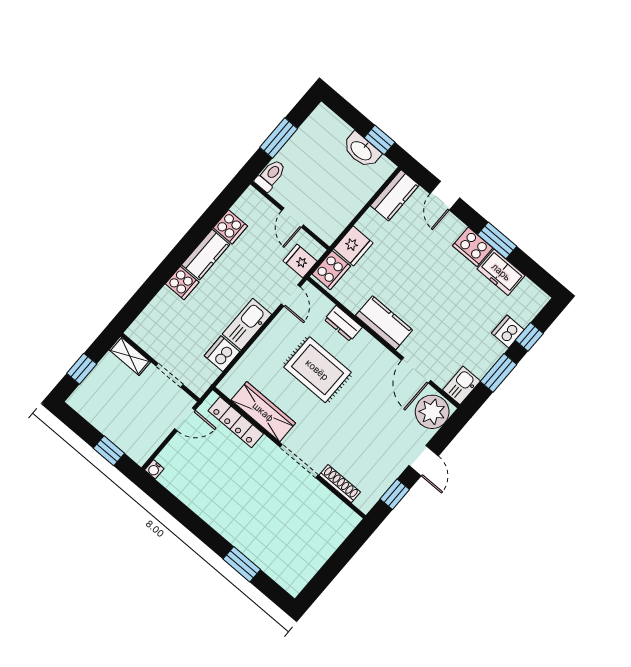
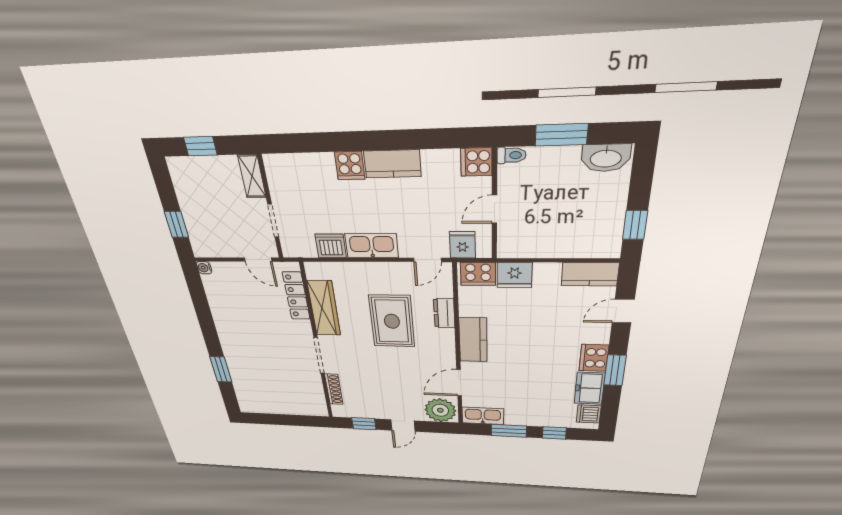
washbasin: (361, 150) -> (606, 158), moved, turned -90
toilet: (270, 175) -> (512, 155), width x0.73, depth x0.72
cooker: (230, 227) -> (476, 162), moved, turned 90
dishwasher: (508, 331) -> (589, 414), moved, turned -90
kitchen sink: (462, 385) -> (483, 416), width x1.38

